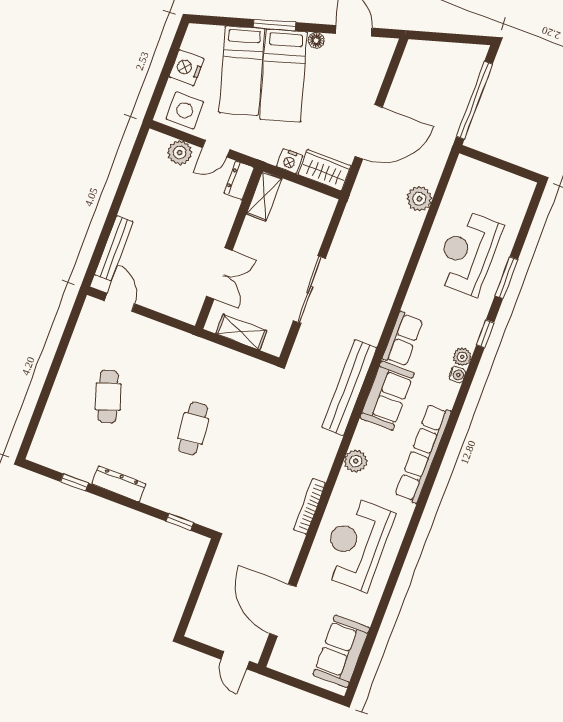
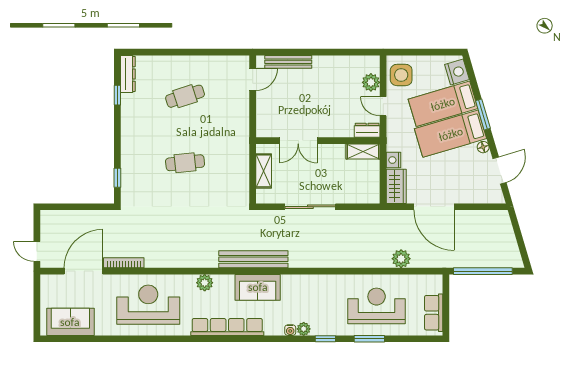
nightstand: (186, 68) -> (457, 72), moved, turned 74
row of seats: (403, 339) -> (434, 313), moved, turned 90
dresser: (119, 484) -> (128, 74), moved
bookcase: (310, 507) -> (124, 263), moved
door: (235, 660) -> (37, 251), hinge flipped

